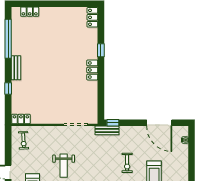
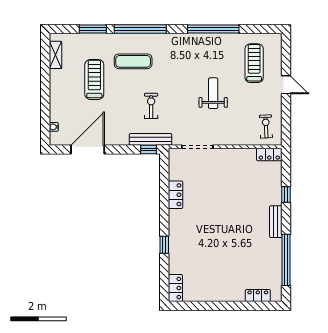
locker: (92, 70) -> (175, 195), moved
door: (159, 123) -> (88, 149), hinge flipped
bench: (107, 130) -> (151, 139), width x1.36
exercise bike: (127, 163) -> (151, 106), moved

